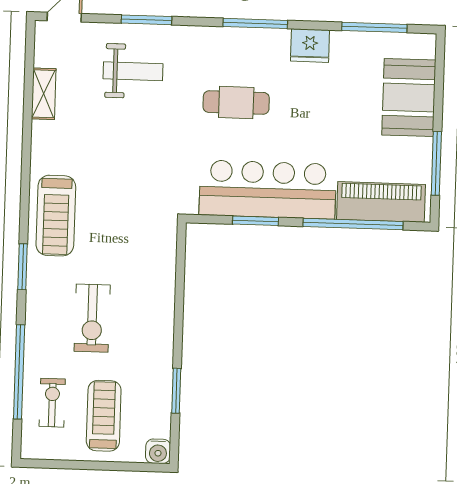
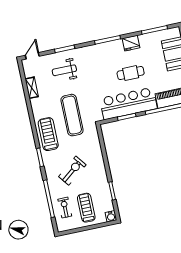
weight bench: (133, 71) -> (64, 70), turned 180
cafe table: (236, 102) -> (131, 73), moved
exercise mat: (125, 184) -> (72, 115), added
treadmill: (56, 216) -> (48, 134), turned 180
exercise bike: (92, 318) -> (72, 171), turned -128

